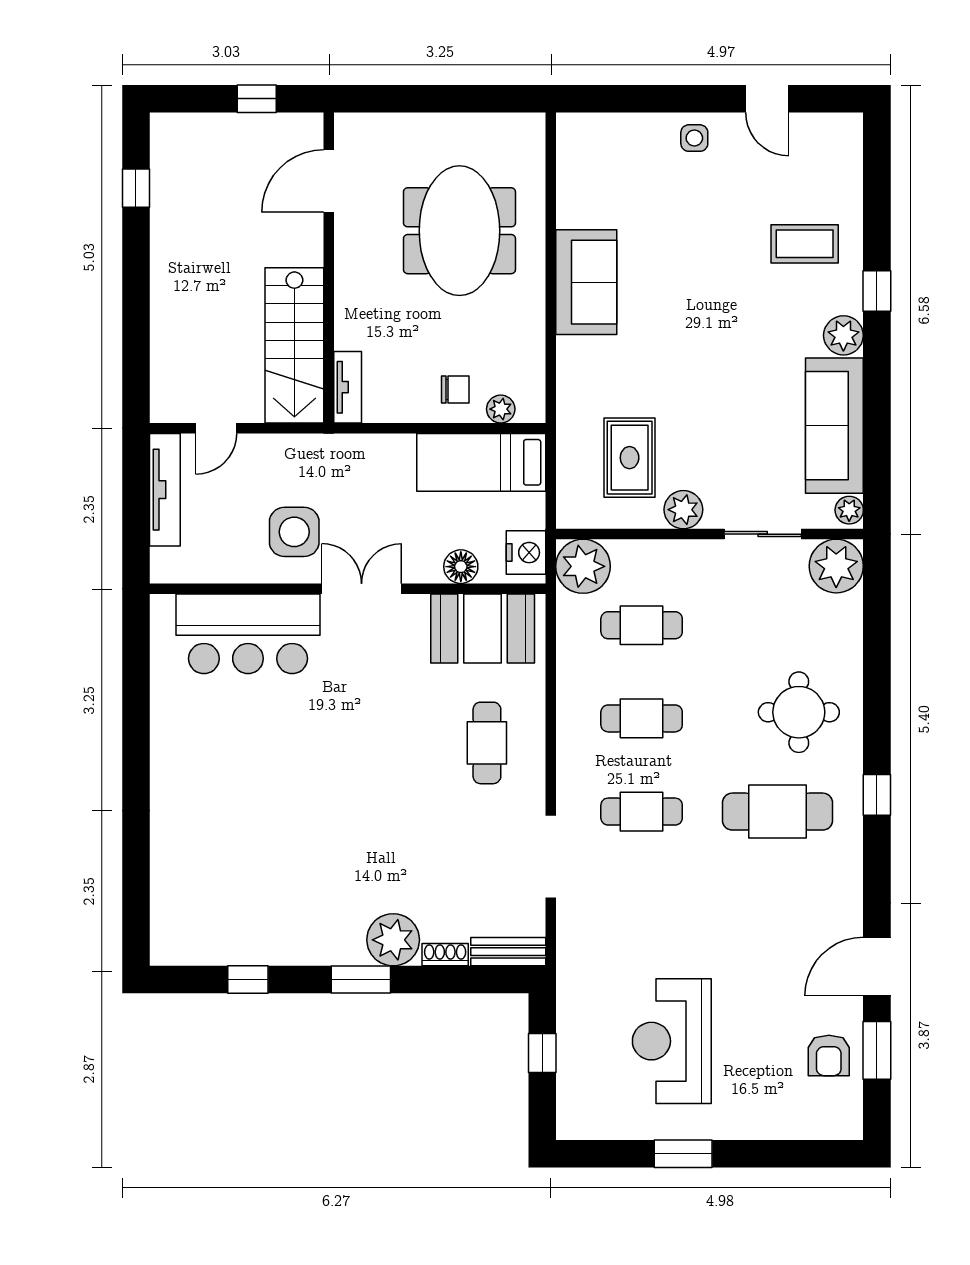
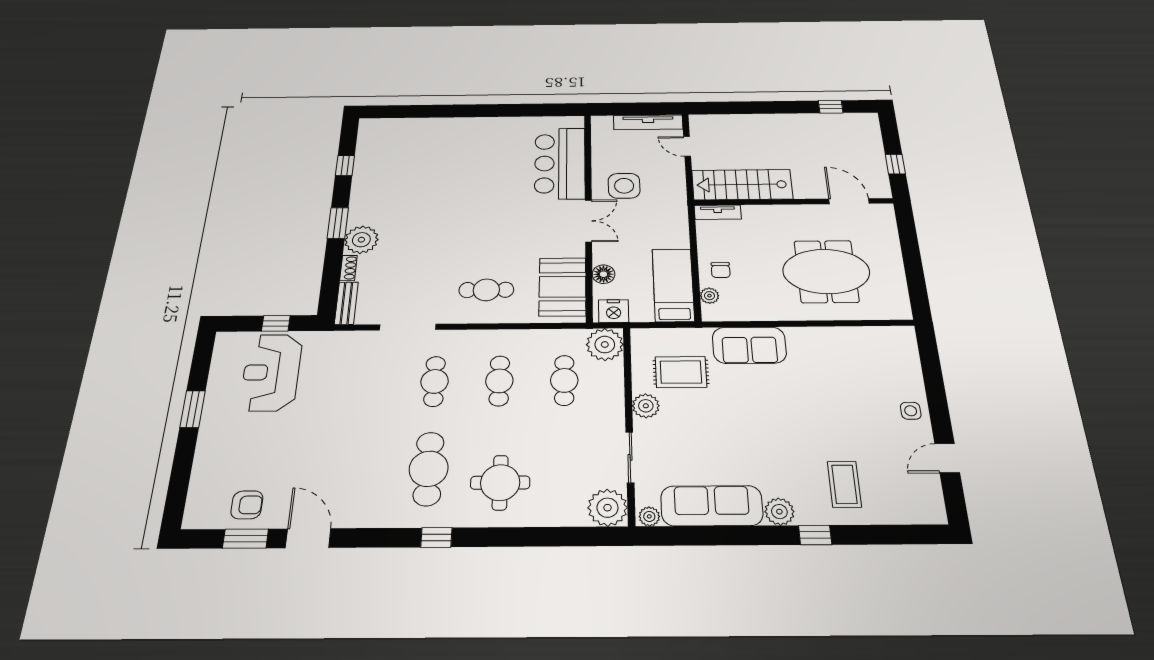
sofa: (586, 282) -> (749, 345), moved
reception desk: (672, 1041) -> (271, 372), moved, turned -90
armchair: (829, 1055) -> (247, 505), turned 180

